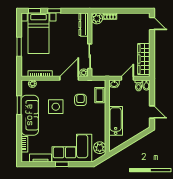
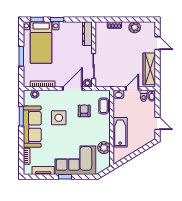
plant: (97, 18) -> (135, 27), moved
door: (152, 24) -> (158, 43), moved
plant: (100, 148) -> (104, 148), moved

